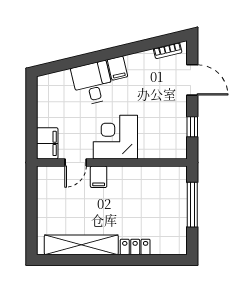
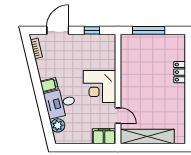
plant: (62, 80) -> (58, 125), added
filing cabinet: (99, 177) -> (128, 99), removed
shelving: (81, 245) -> (147, 137), moved, turned 90

